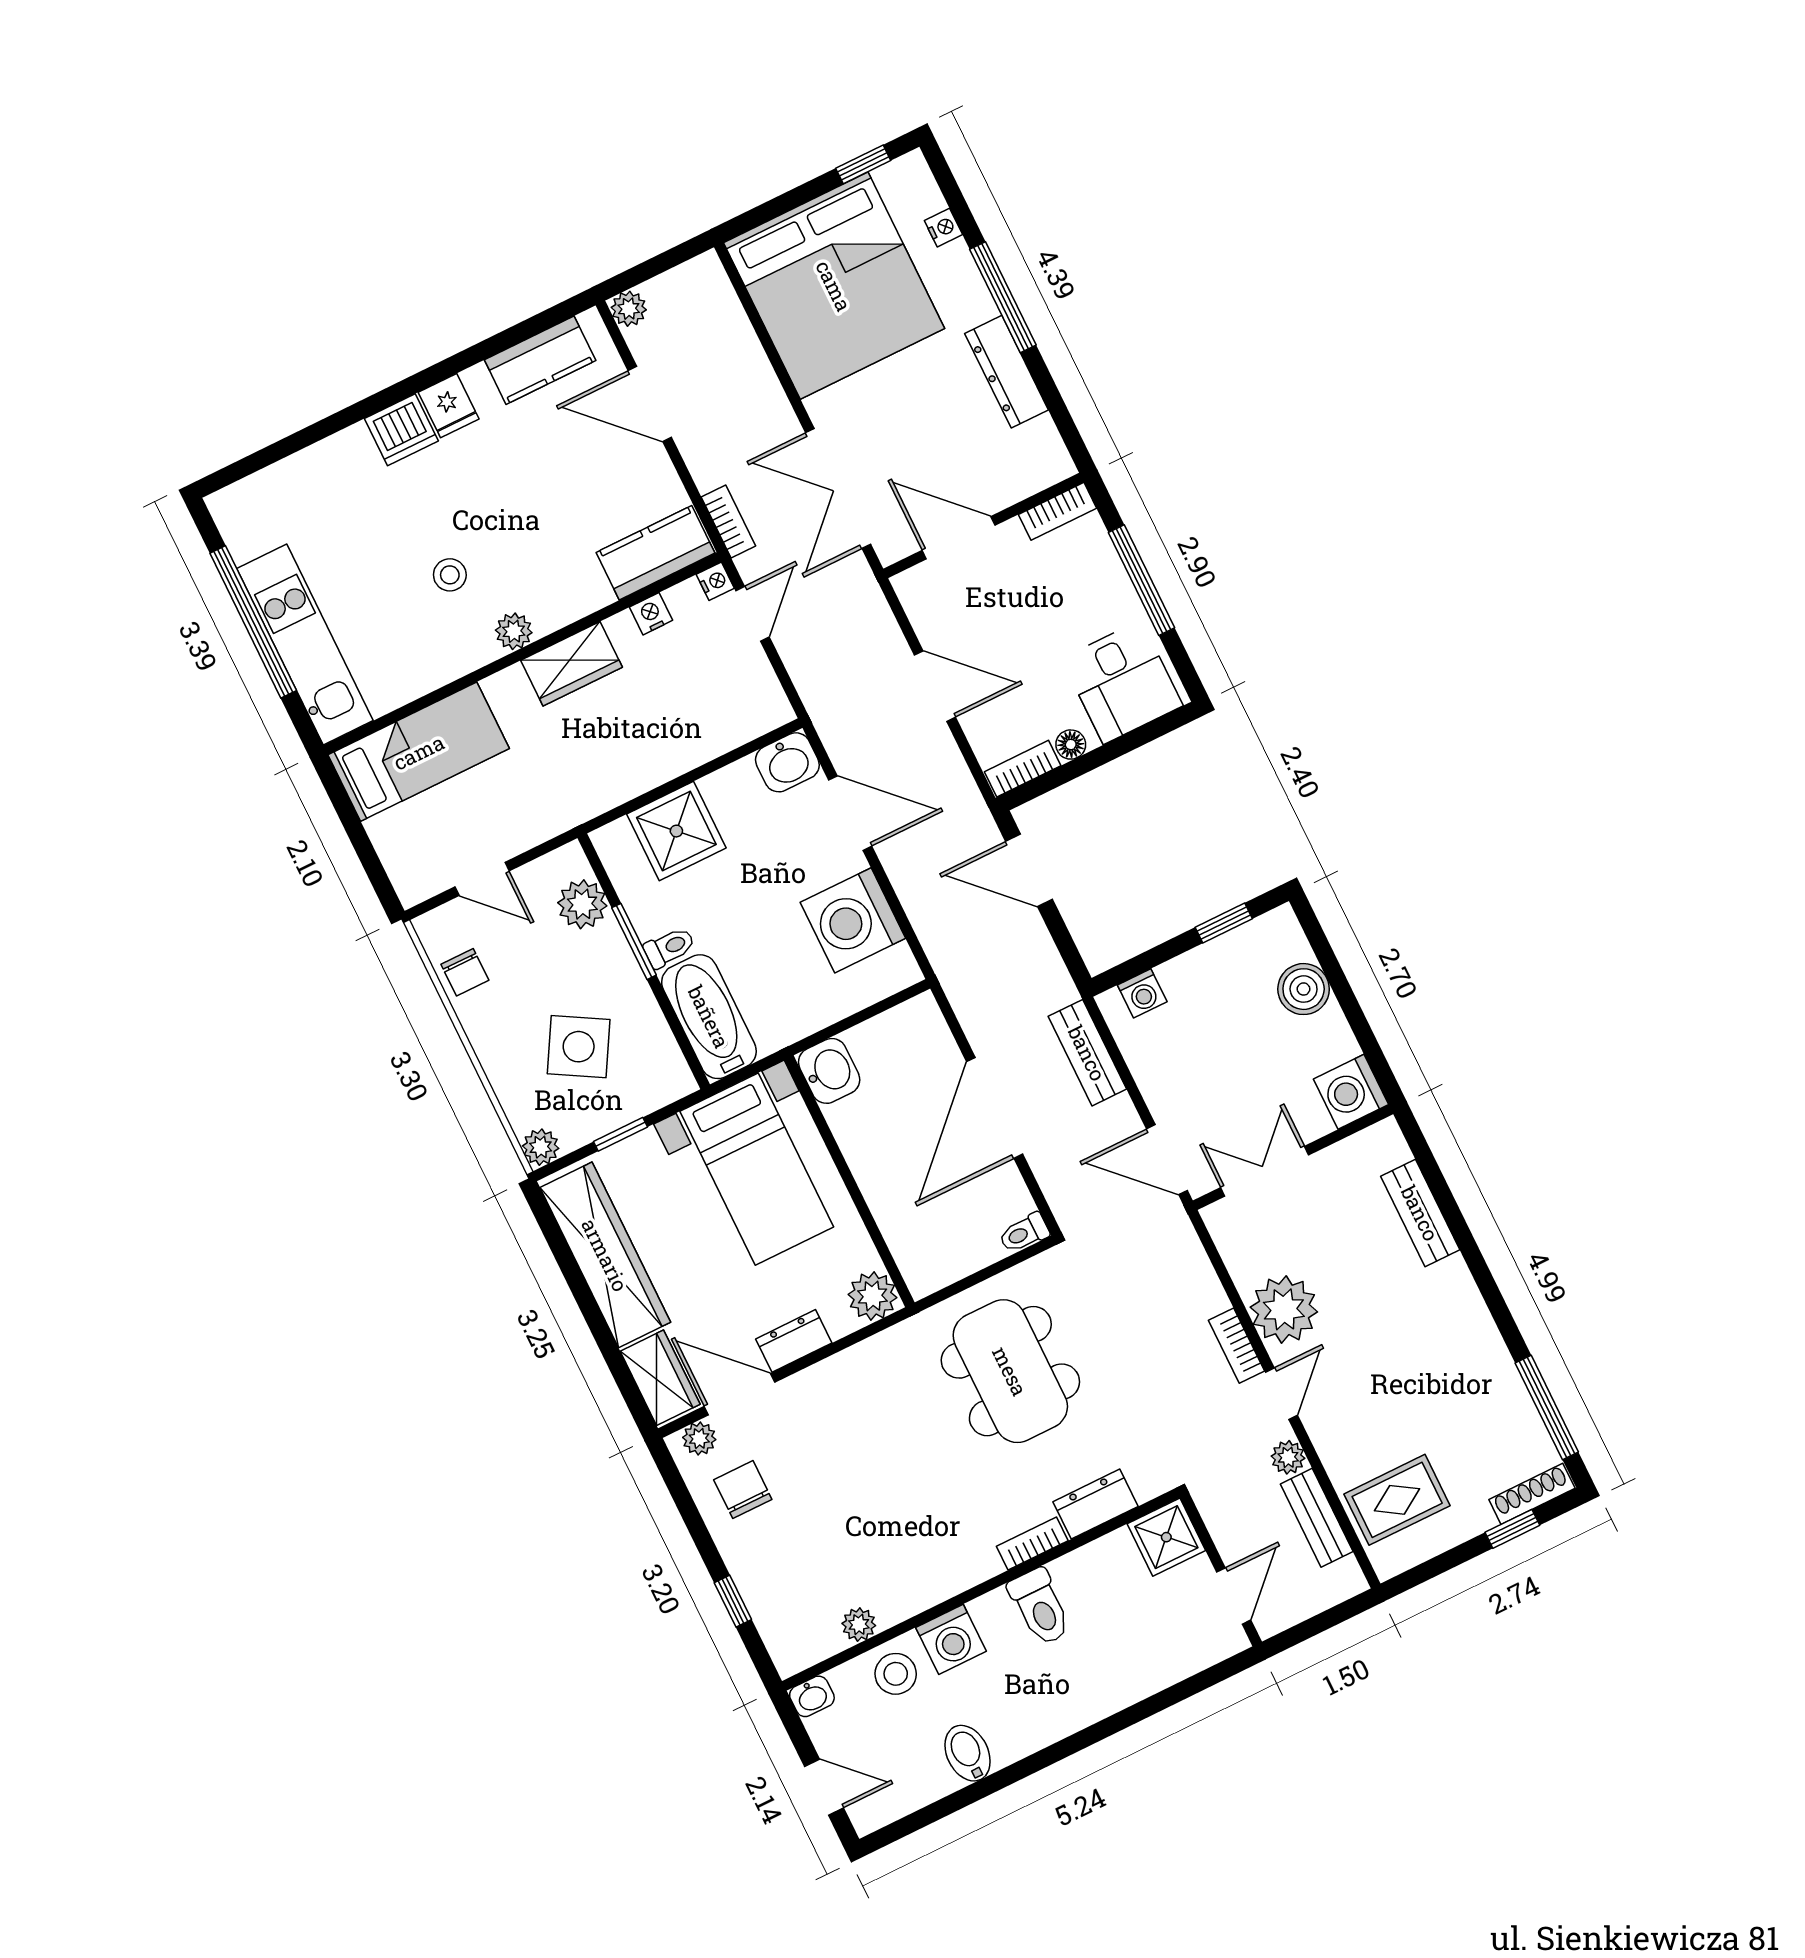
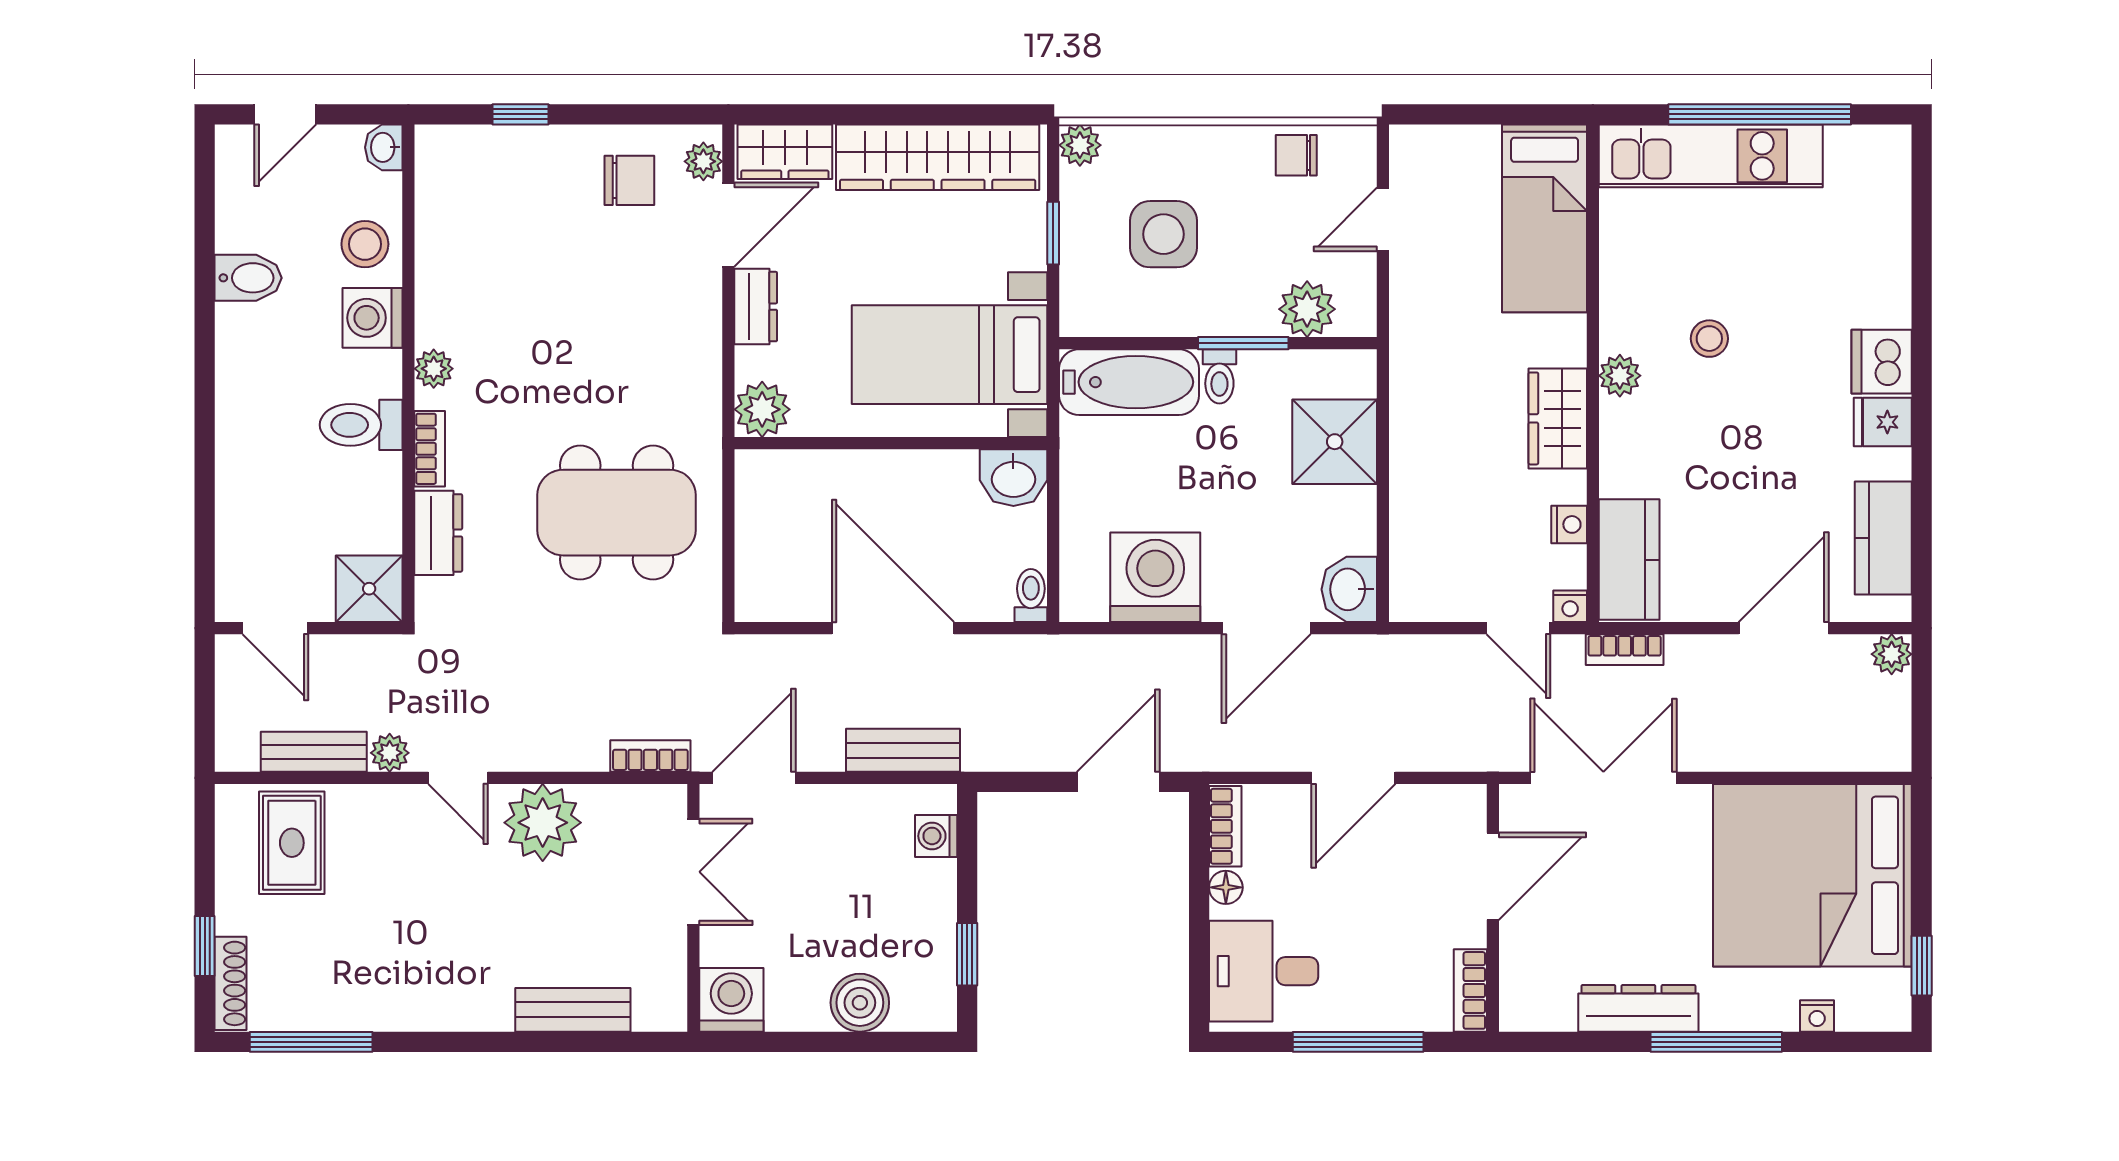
side table: (579, 1047) -> (1163, 234), turned -30
toilet: (1024, 1233) -> (1031, 596), moved
bookcase: (1236, 1346) -> (650, 756), moved
plant: (859, 1624) -> (434, 369), moved

